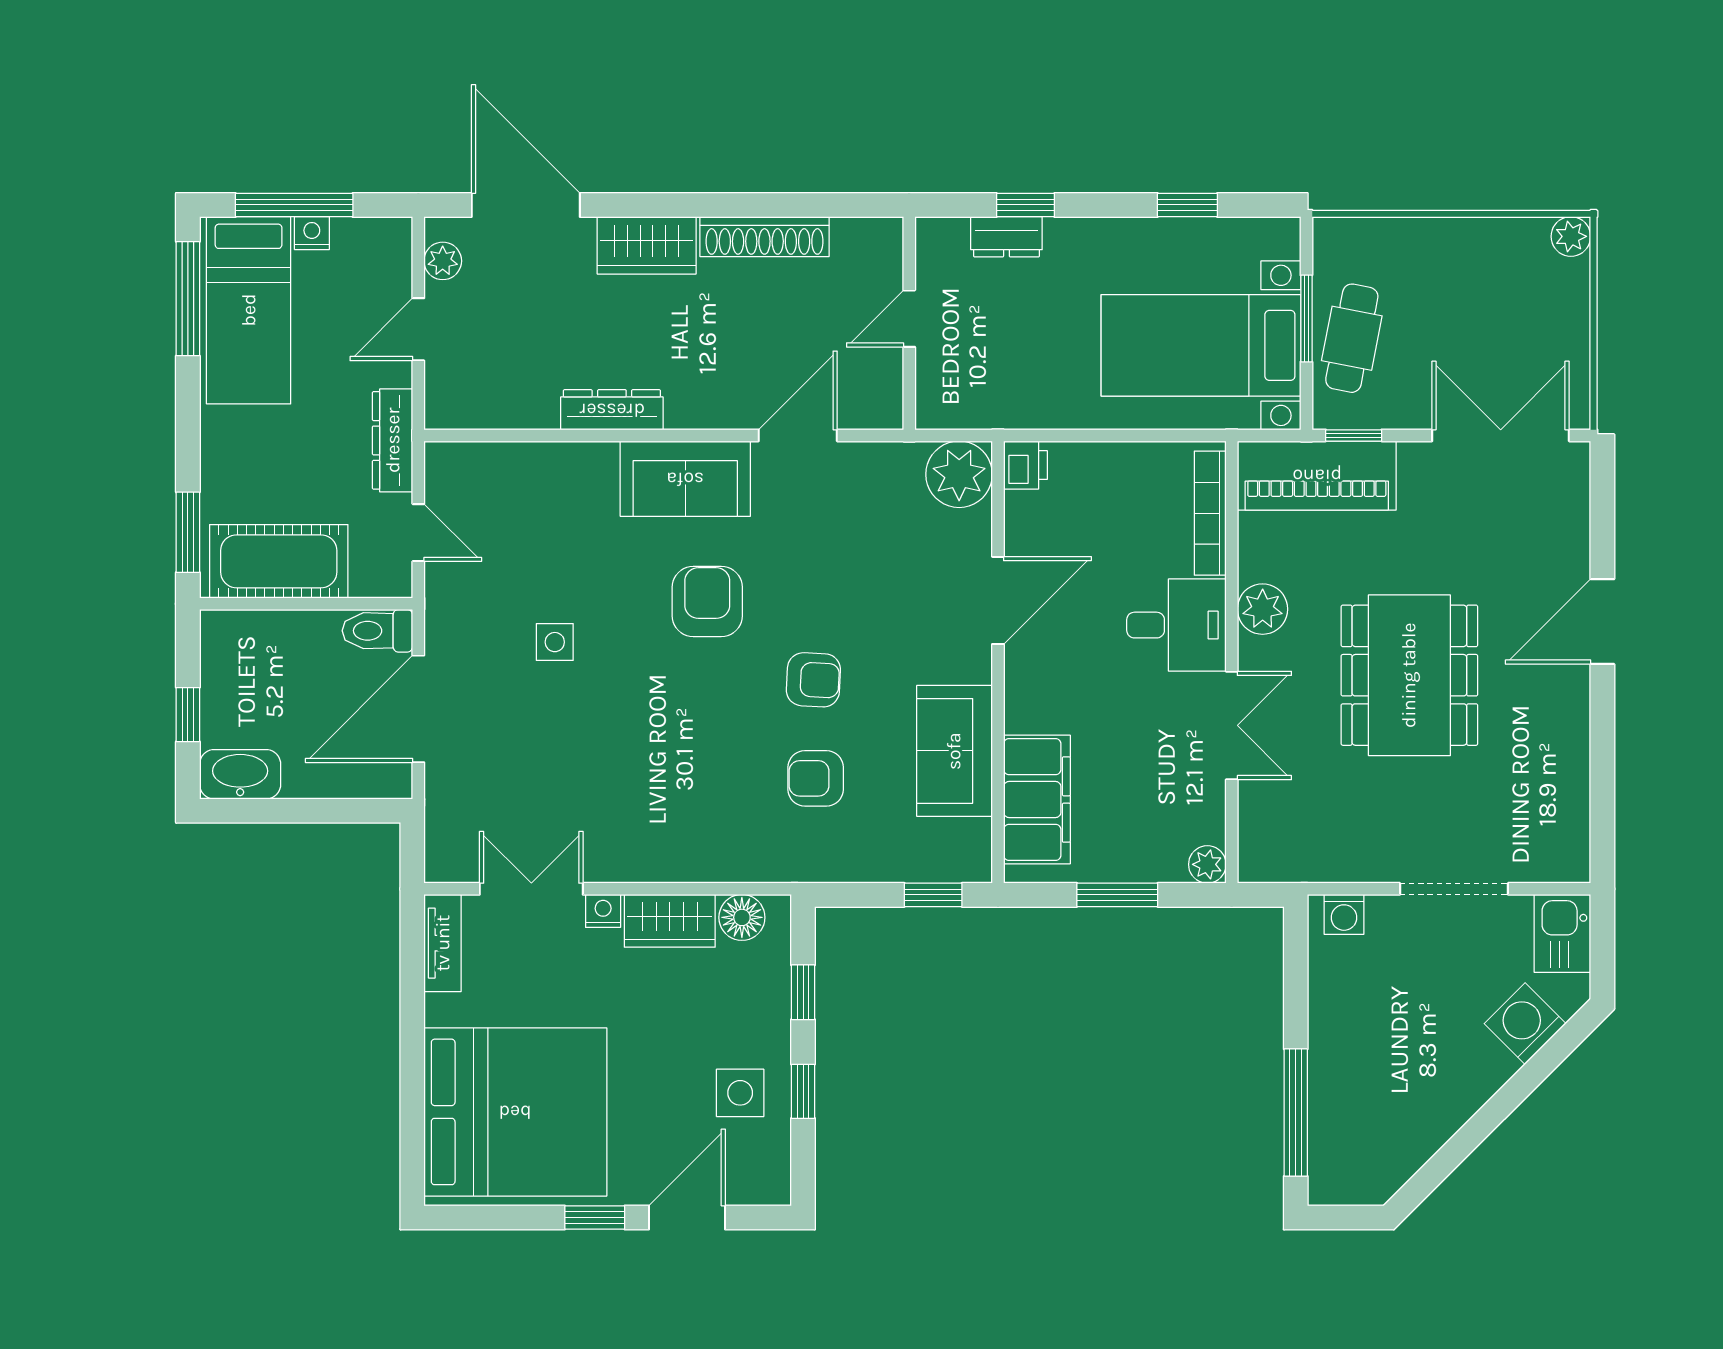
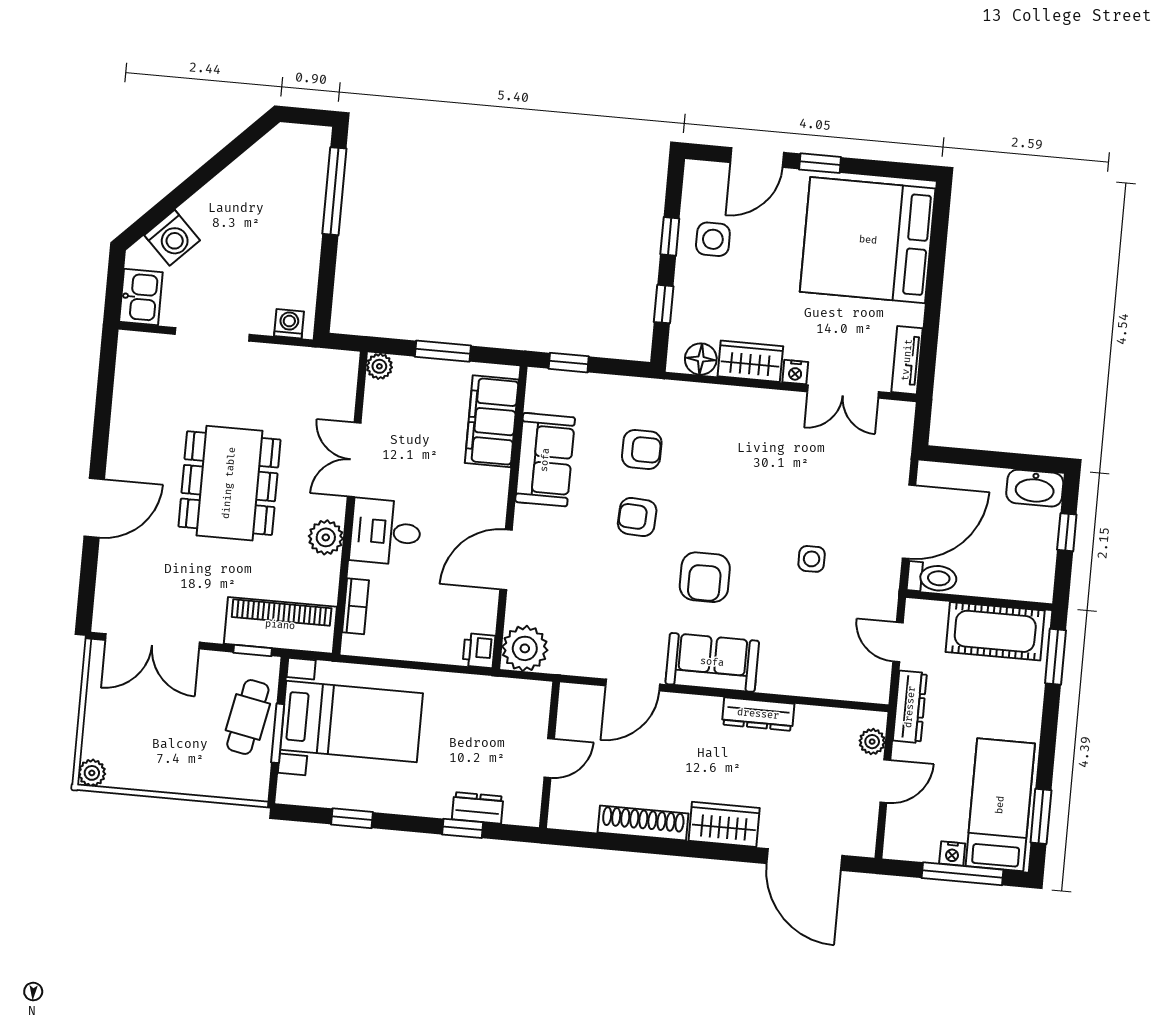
plant: (443, 261) -> (872, 742), moved
window: (188, 299) -> (1041, 816), width x0.69
bookcase: (1210, 513) -> (356, 606), width x0.64

